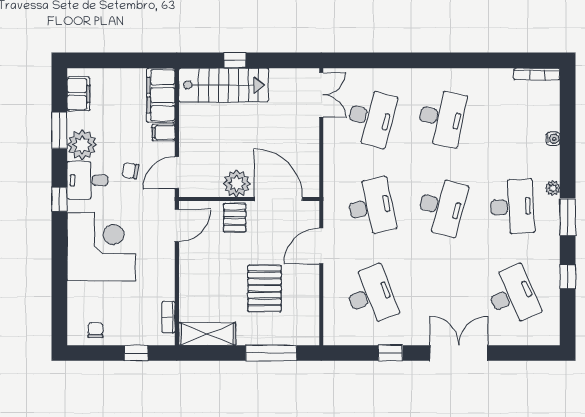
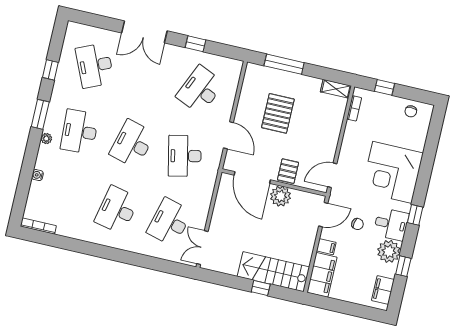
window: (59, 130) -> (403, 266), width x0.67
door: (321, 246) -> (228, 135), hinge flipped
desk: (371, 296) -> (200, 90), turned 45
shelving: (207, 334) -> (336, 89), width x0.67, depth x0.75

